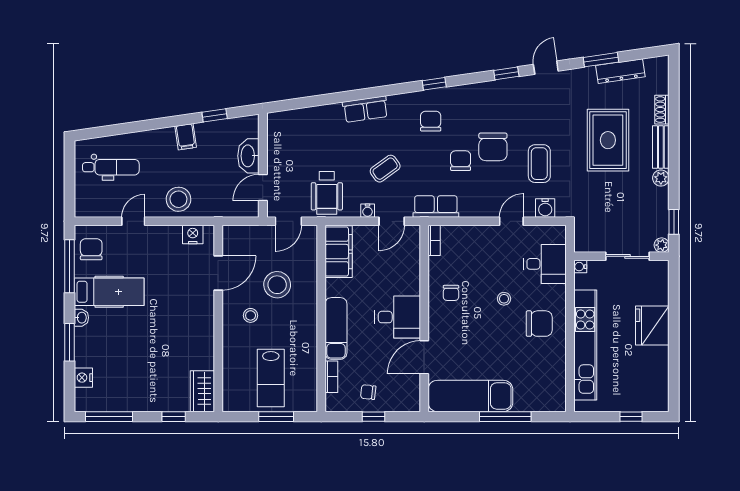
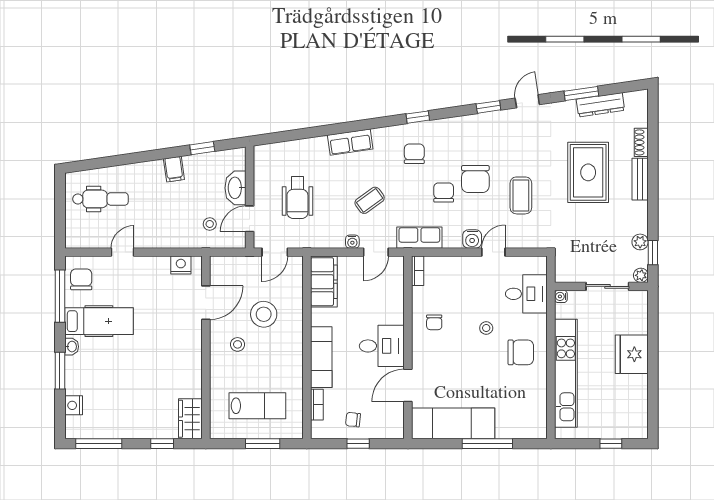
plant: (661, 178) -> (640, 242), moved
wheelchair: (327, 193) -> (297, 198), moved
stool: (178, 199) -> (210, 224), moved, width x0.53, depth x0.53
water cooler: (545, 208) -> (472, 239), moved
lab bench: (271, 378) -> (257, 406), turned -90

